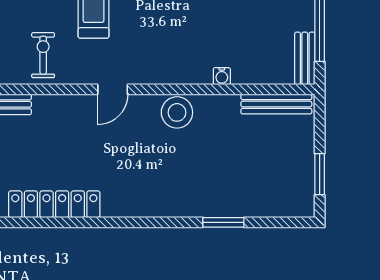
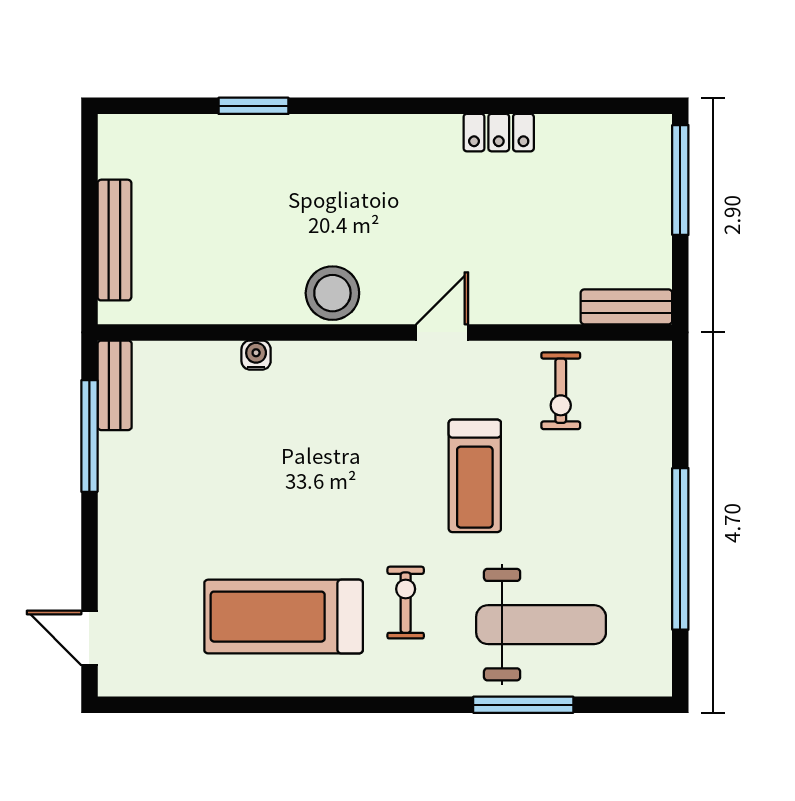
bench: (276, 104) -> (114, 240), moved, turned 90
window: (320, 174) -> (89, 188), removed
locker: (54, 204) -> (499, 133), width x0.46, depth x0.83

